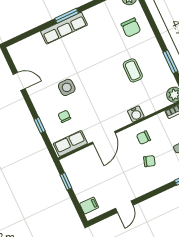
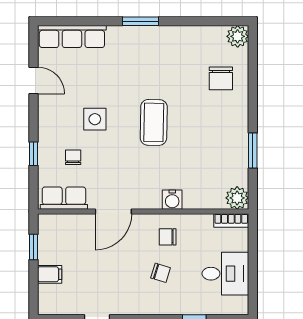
row of seats: (64, 28) -> (72, 36), moved
coffee table: (133, 70) -> (154, 122), moved, width x1.36, depth x1.30
filing cabinet: (89, 206) -> (50, 274), moved

